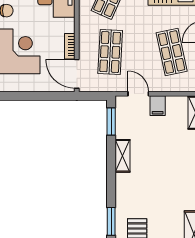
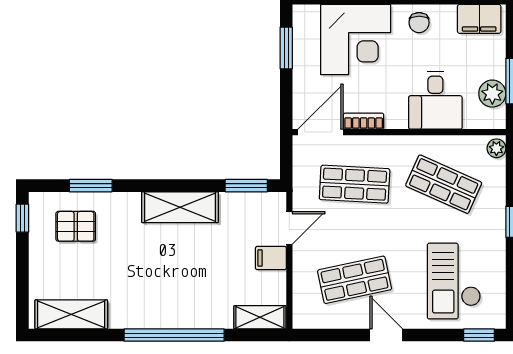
window: (23, 96) -> (286, 48), added
shelving: (122, 156) -> (180, 207), width x1.50, depth x1.33

